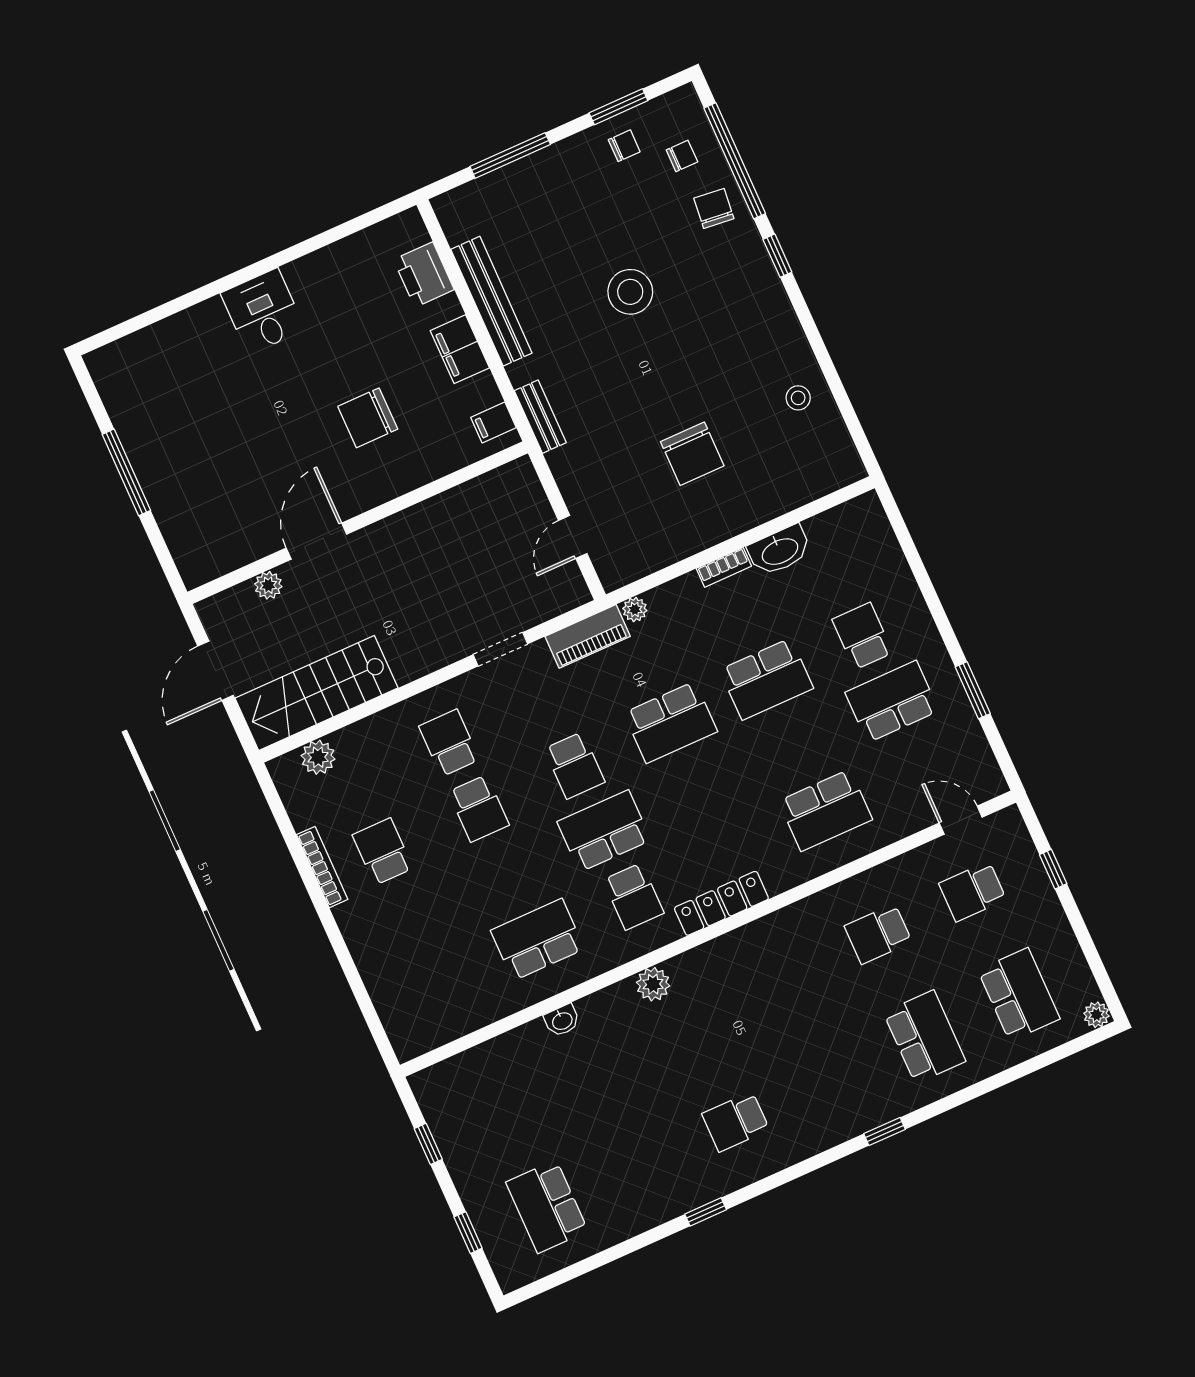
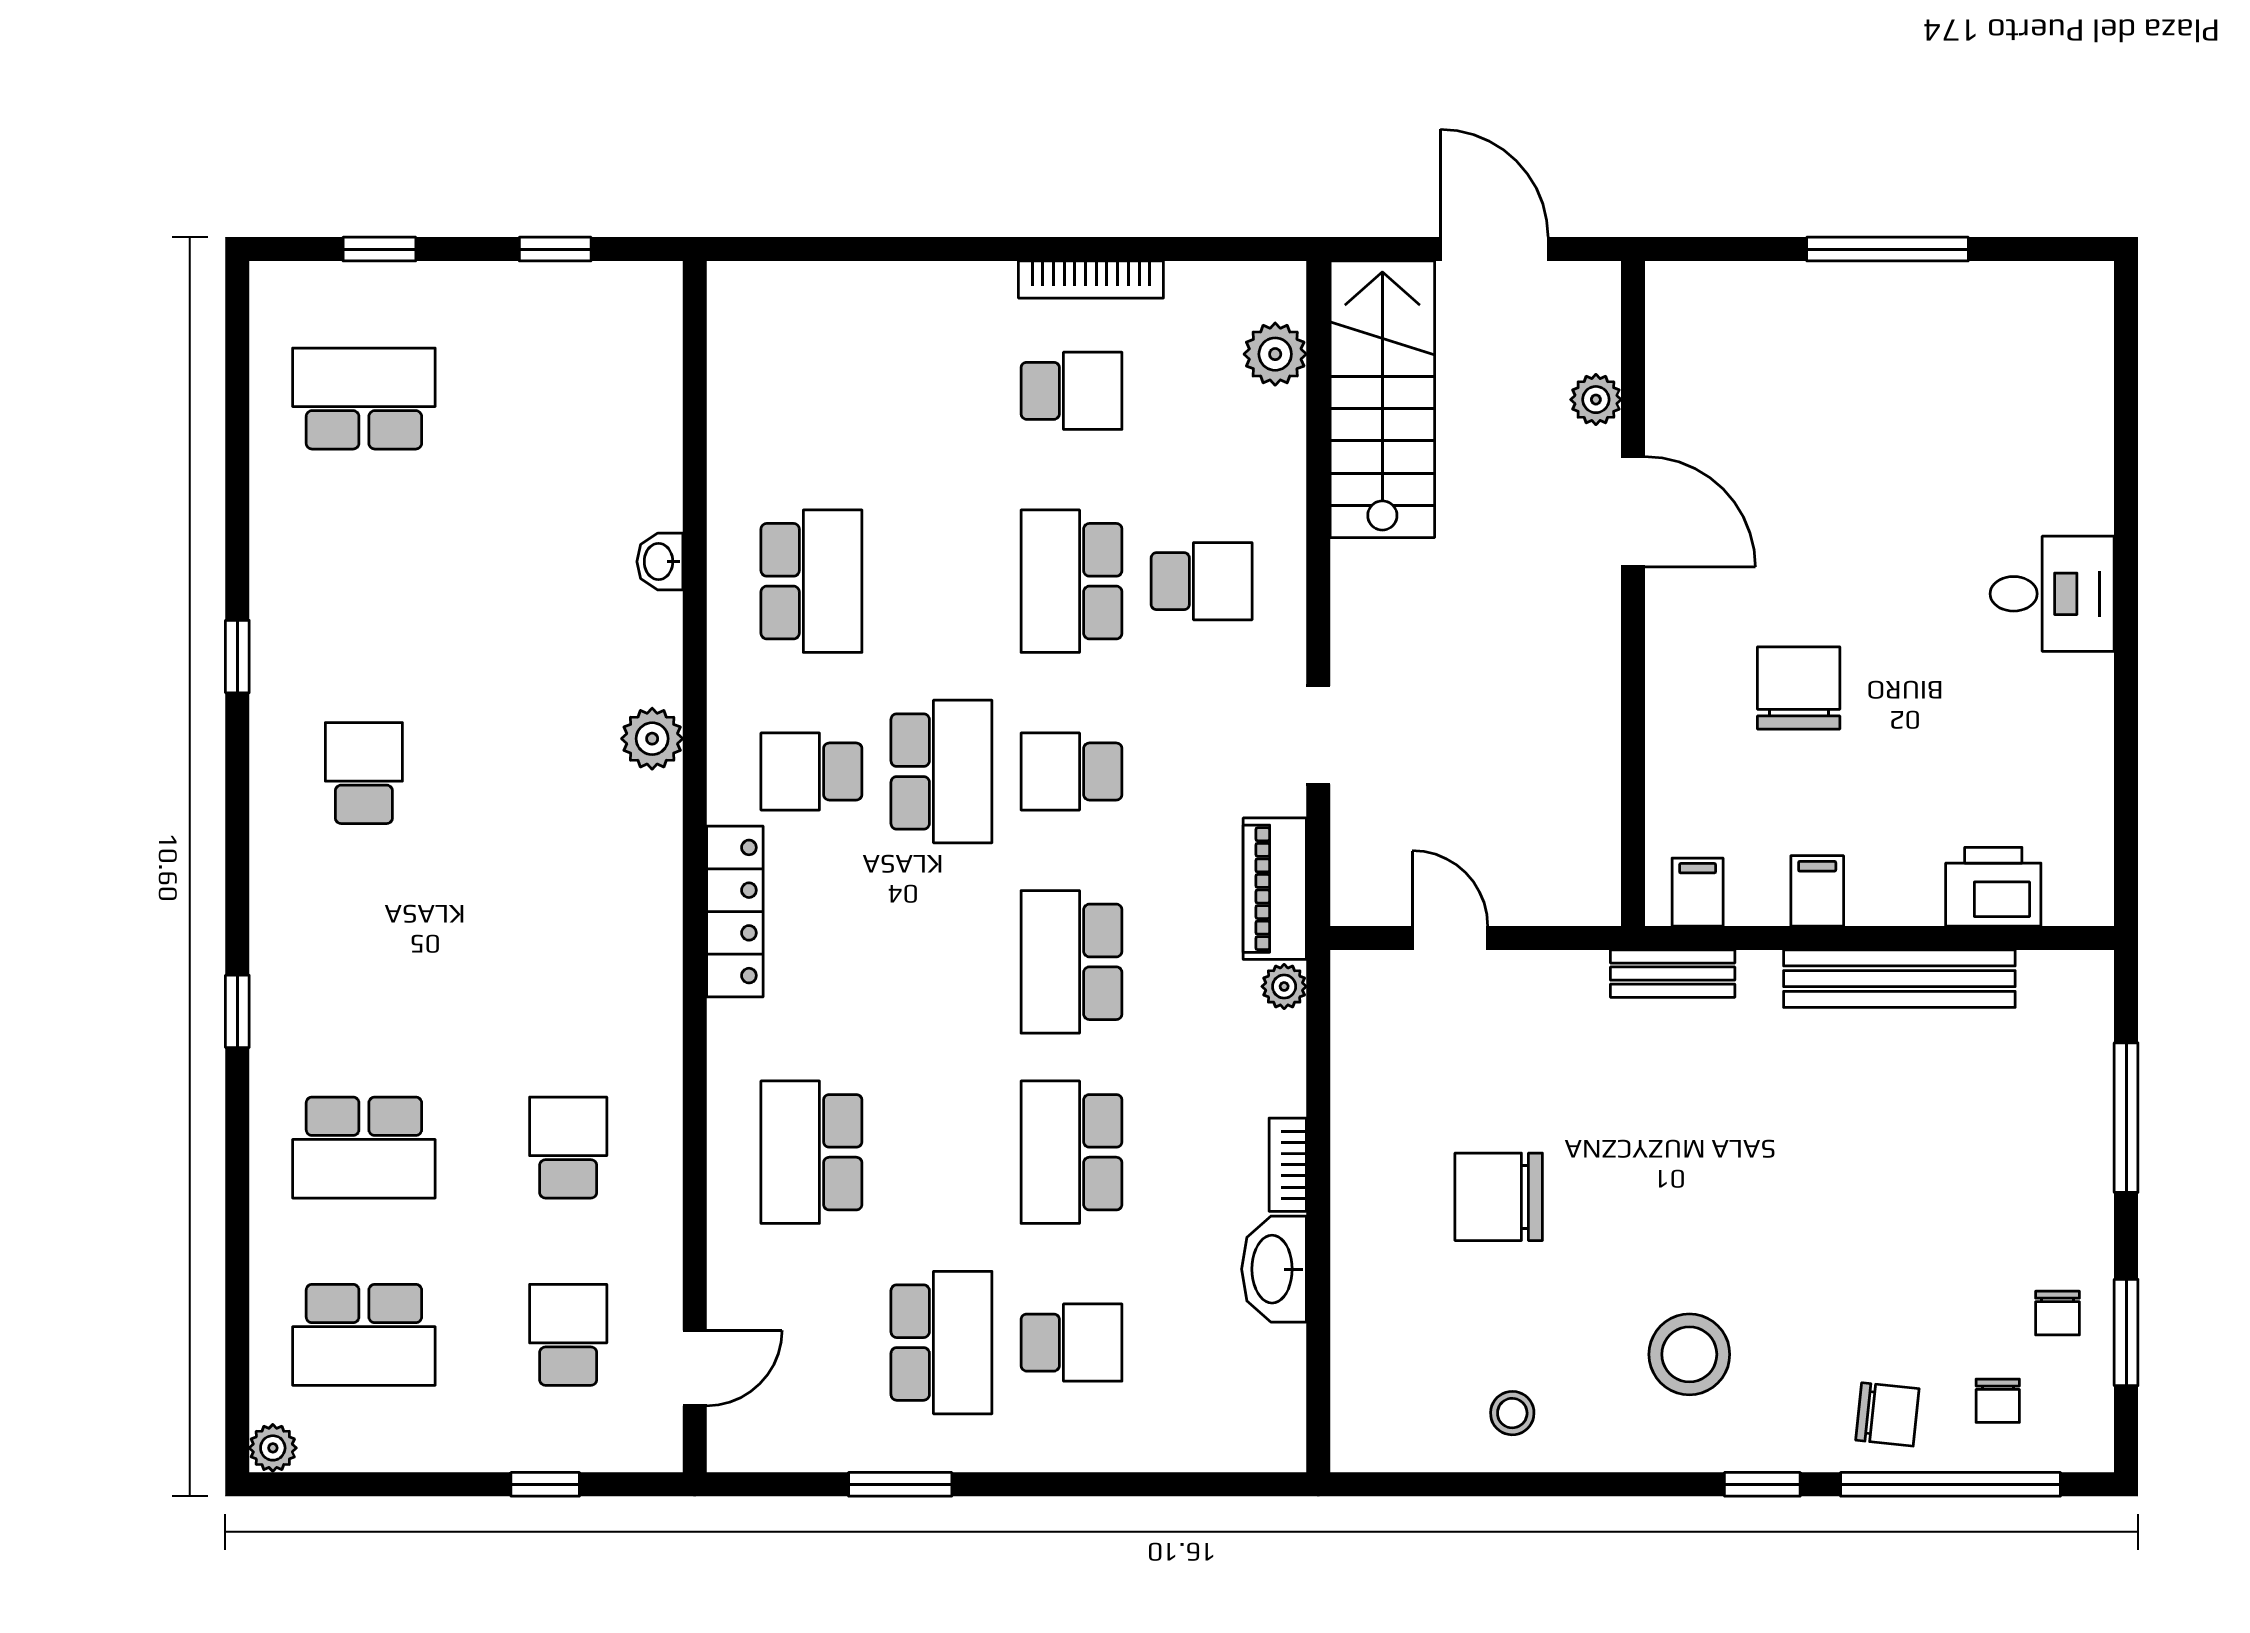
stool: (630, 292) -> (1689, 1354), moved
filing cabinet: (460, 349) -> (1817, 891), width x0.50
school desk: (479, 808) -> (1072, 581), width x1.85

